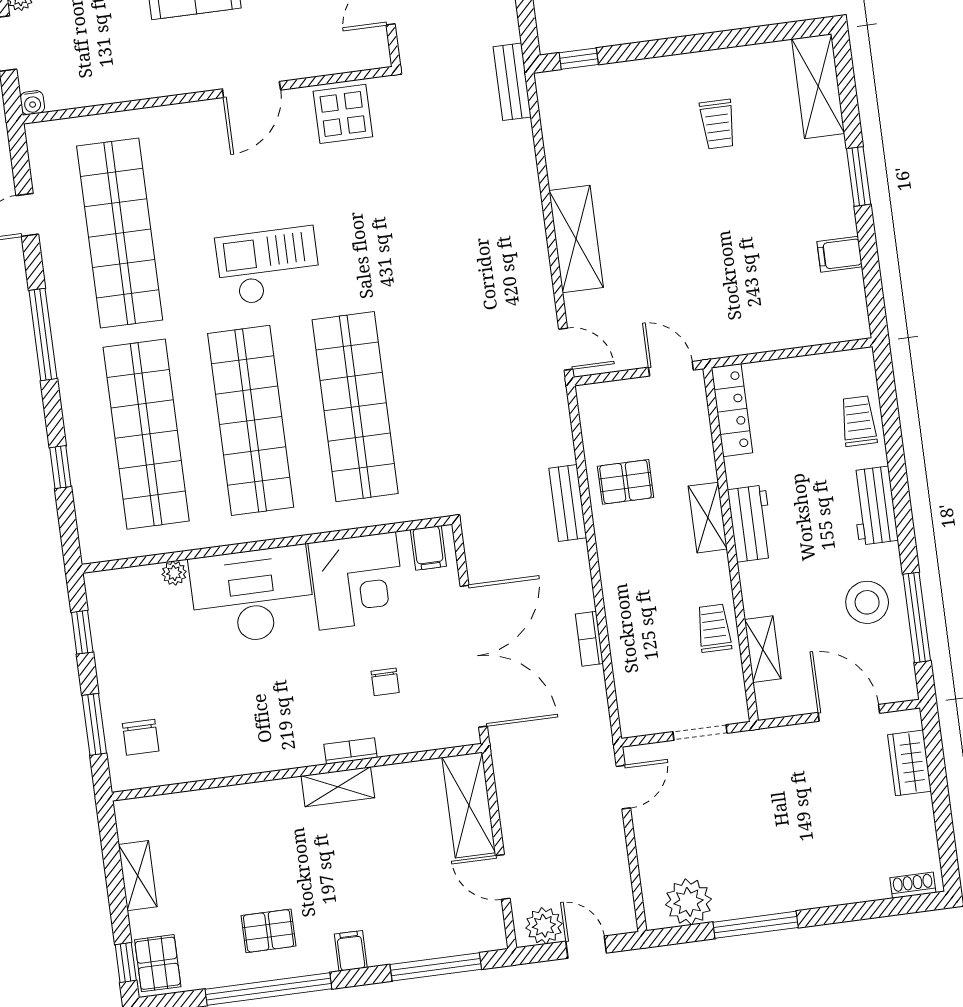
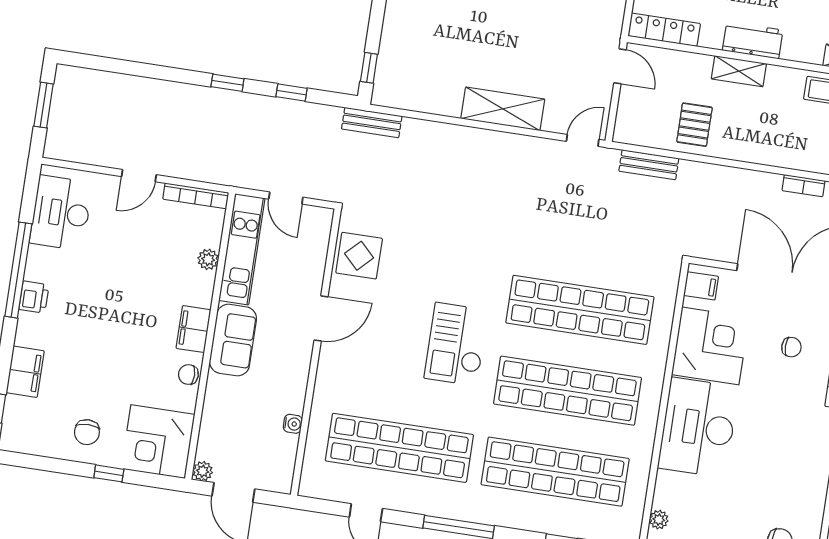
door: (251, 89) -> (321, 318), hinge flipped
water cooler: (32, 103) -> (293, 424), moved
door: (671, 369) -> (620, 66), swing flipped
bench: (568, 503) -> (649, 165), moved
plant: (174, 573) -> (659, 520), moved

